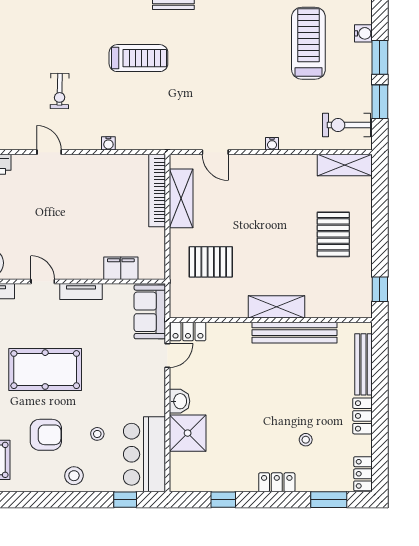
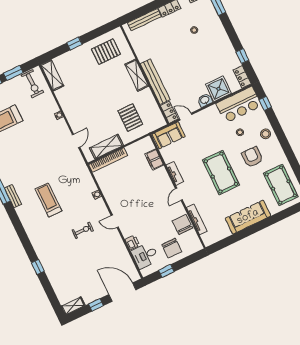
door: (49, 152) -> (115, 221), hinge flipped
pallet: (333, 234) -> (106, 52), moved
window: (380, 289) -> (74, 44), moved
bench: (295, 333) -> (155, 82), moved
locker: (277, 482) -> (242, 77), moved

